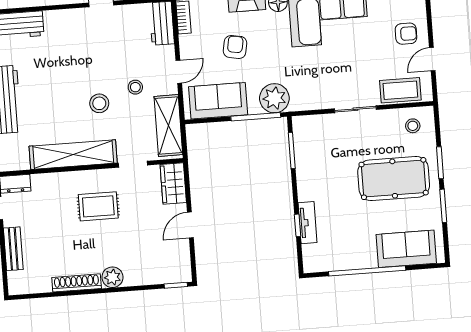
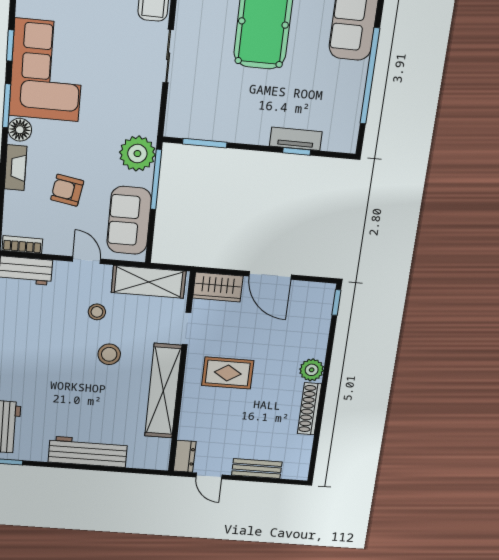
rug: (98, 206) -> (228, 373), turned 90
door: (190, 225) -> (270, 275), width x1.38

